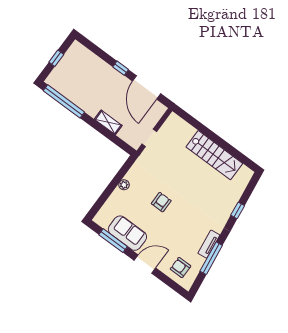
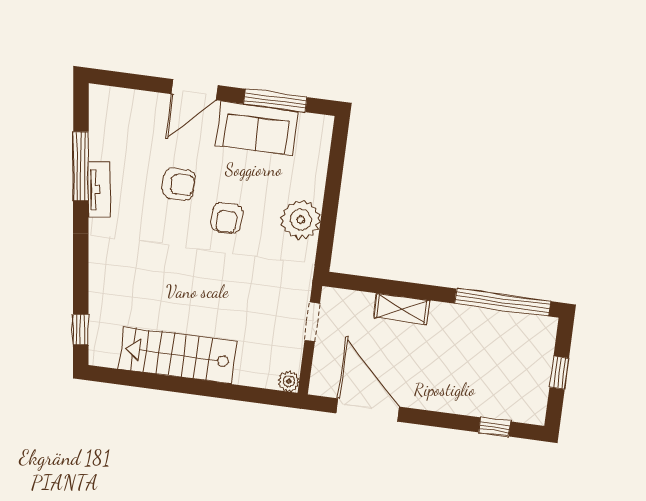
window: (121, 68) -> (494, 427), moved
plant: (173, 118) -> (289, 381), added
plant: (124, 185) -> (301, 220), width x1.87, depth x1.87
window: (238, 210) -> (81, 330), moved
armchair: (180, 267) -> (179, 184), moved

